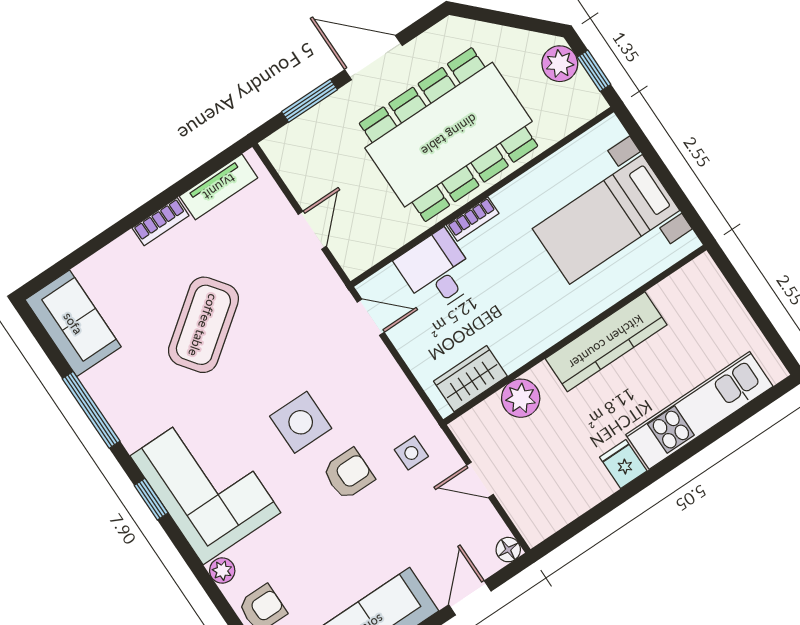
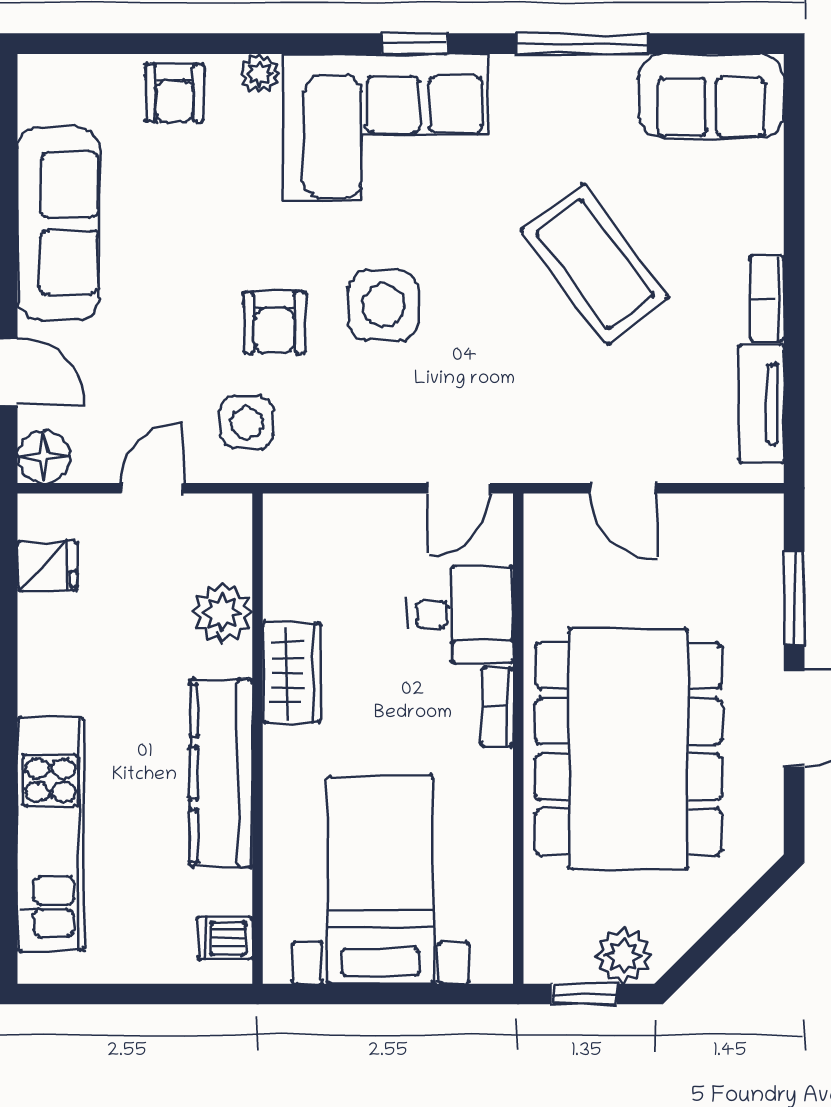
dishwasher: (692, 281) -> (225, 938), added
wardrobe: (470, 379) -> (292, 673), moved
side table: (411, 453) -> (247, 422), width x1.37, depth x1.37
fridge: (623, 464) -> (47, 566), moved
floor lamp: (508, 550) -> (44, 457), width x1.37, depth x1.37

